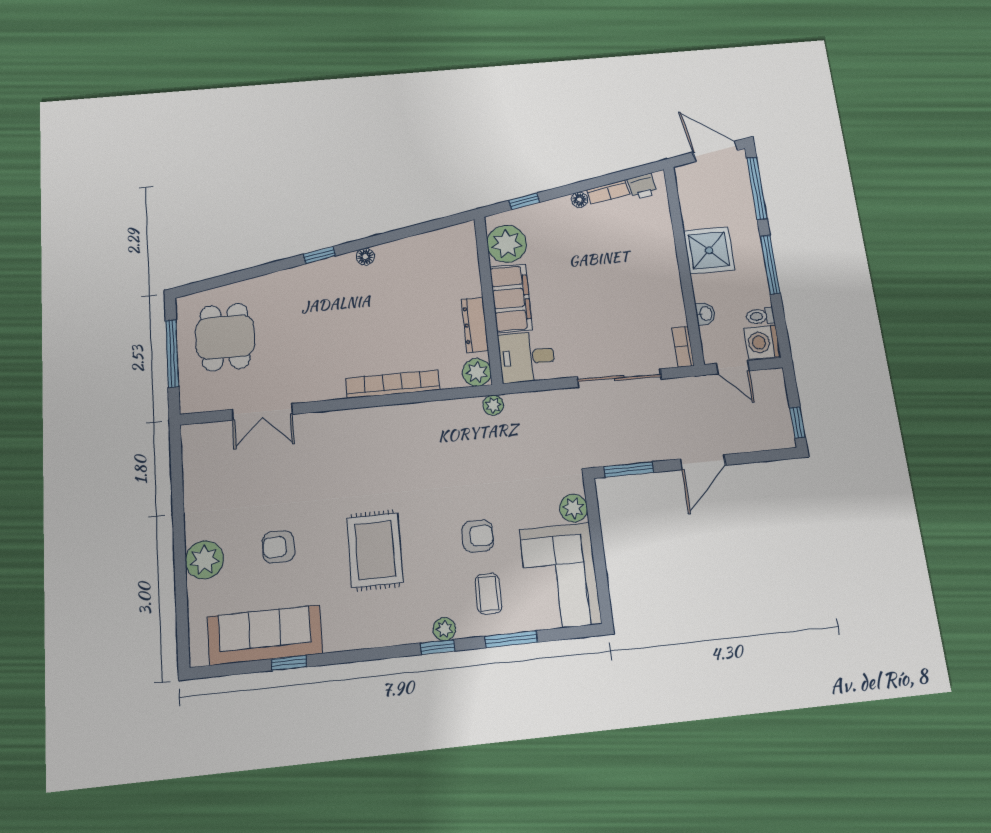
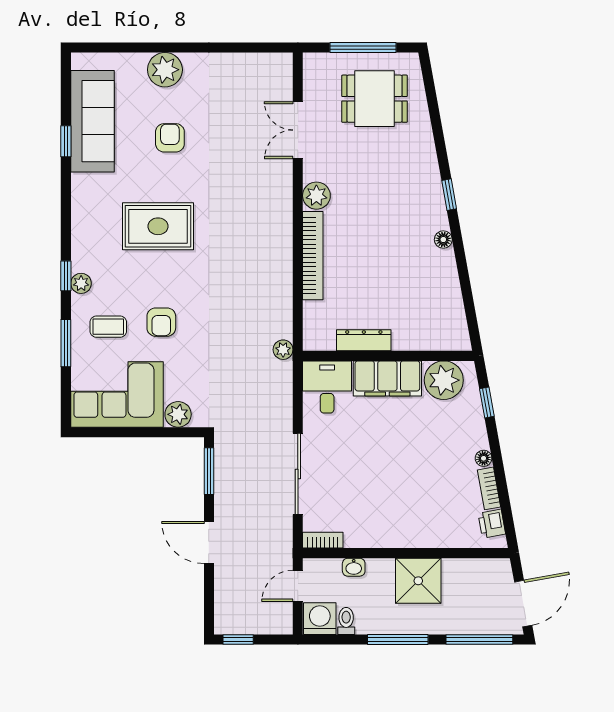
plant: (477, 372) -> (316, 196), moved

